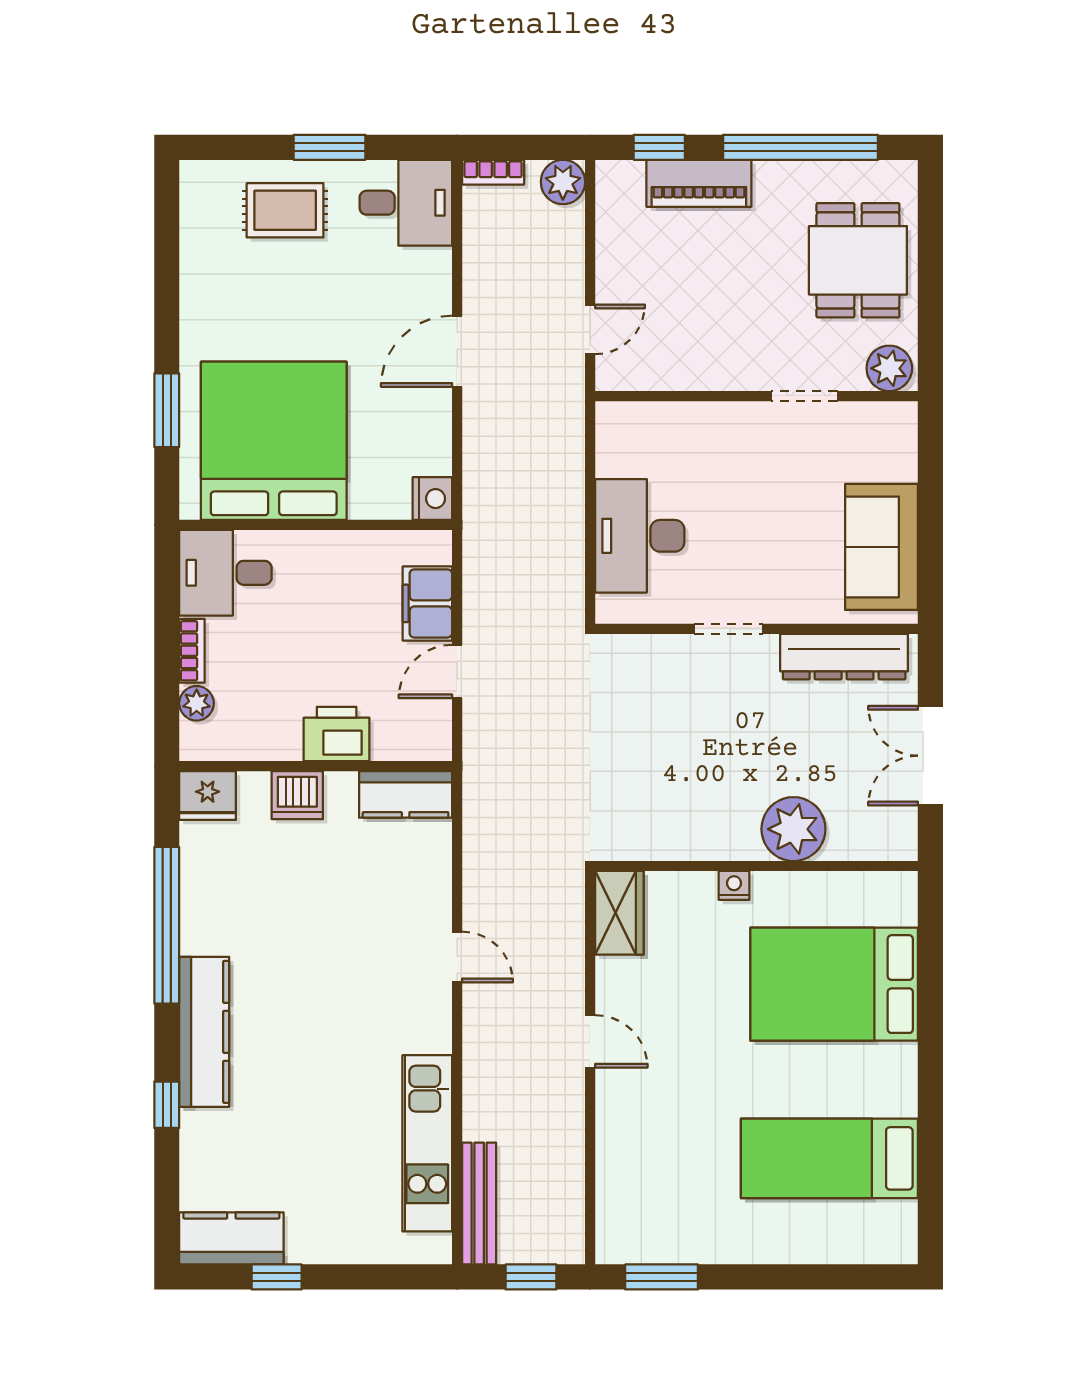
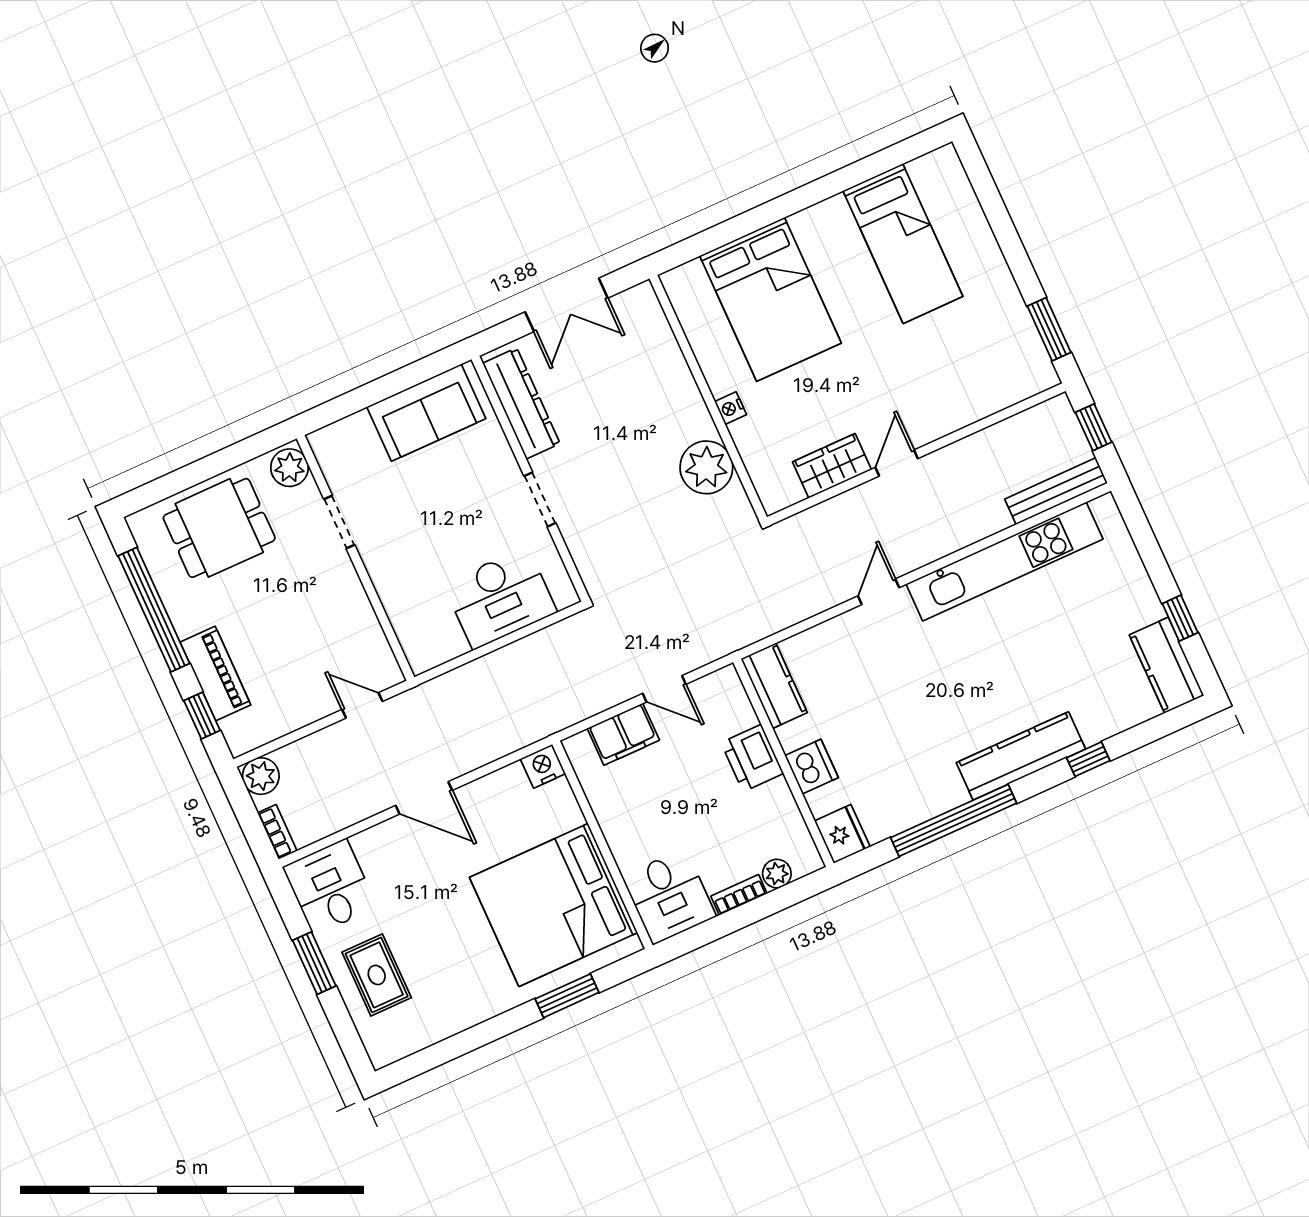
plant: (793, 829) -> (706, 467), moved
wardrobe: (619, 913) -> (832, 466), moved
kitchen unit: (427, 1143) -> (1004, 562), width x1.36

